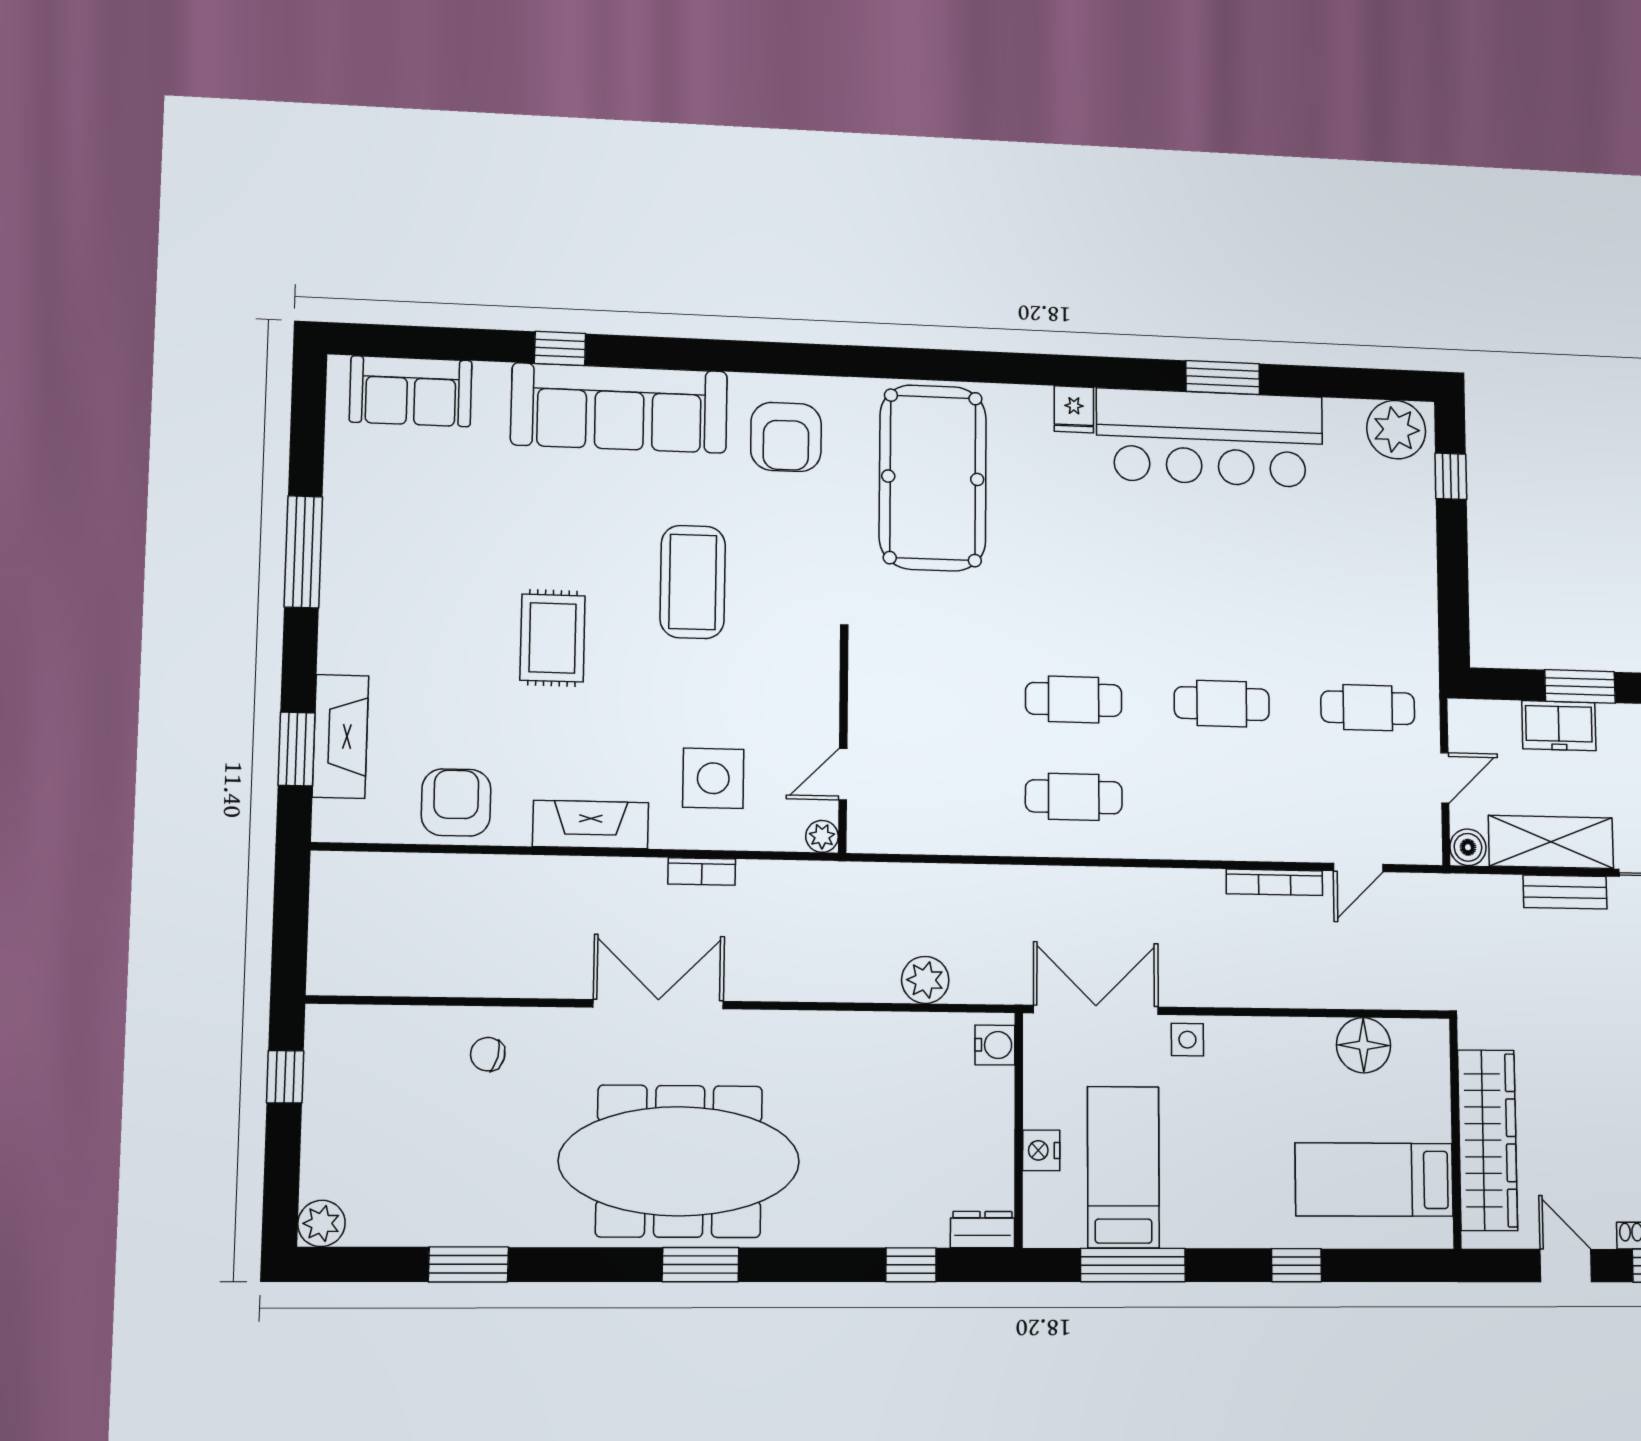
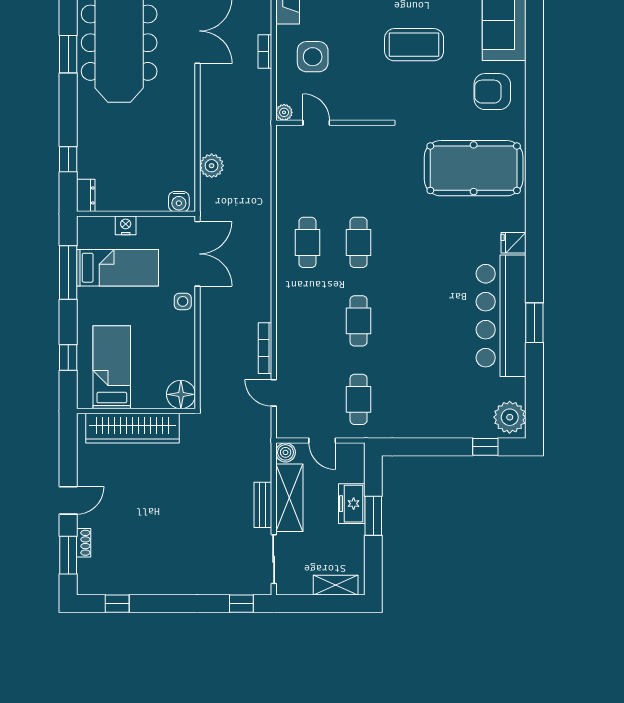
wall: (1455, 1133) -> (136, 411), moved
wardrobe: (1488, 1140) -> (132, 428), moved
bed: (1374, 1180) -> (112, 367), moved

